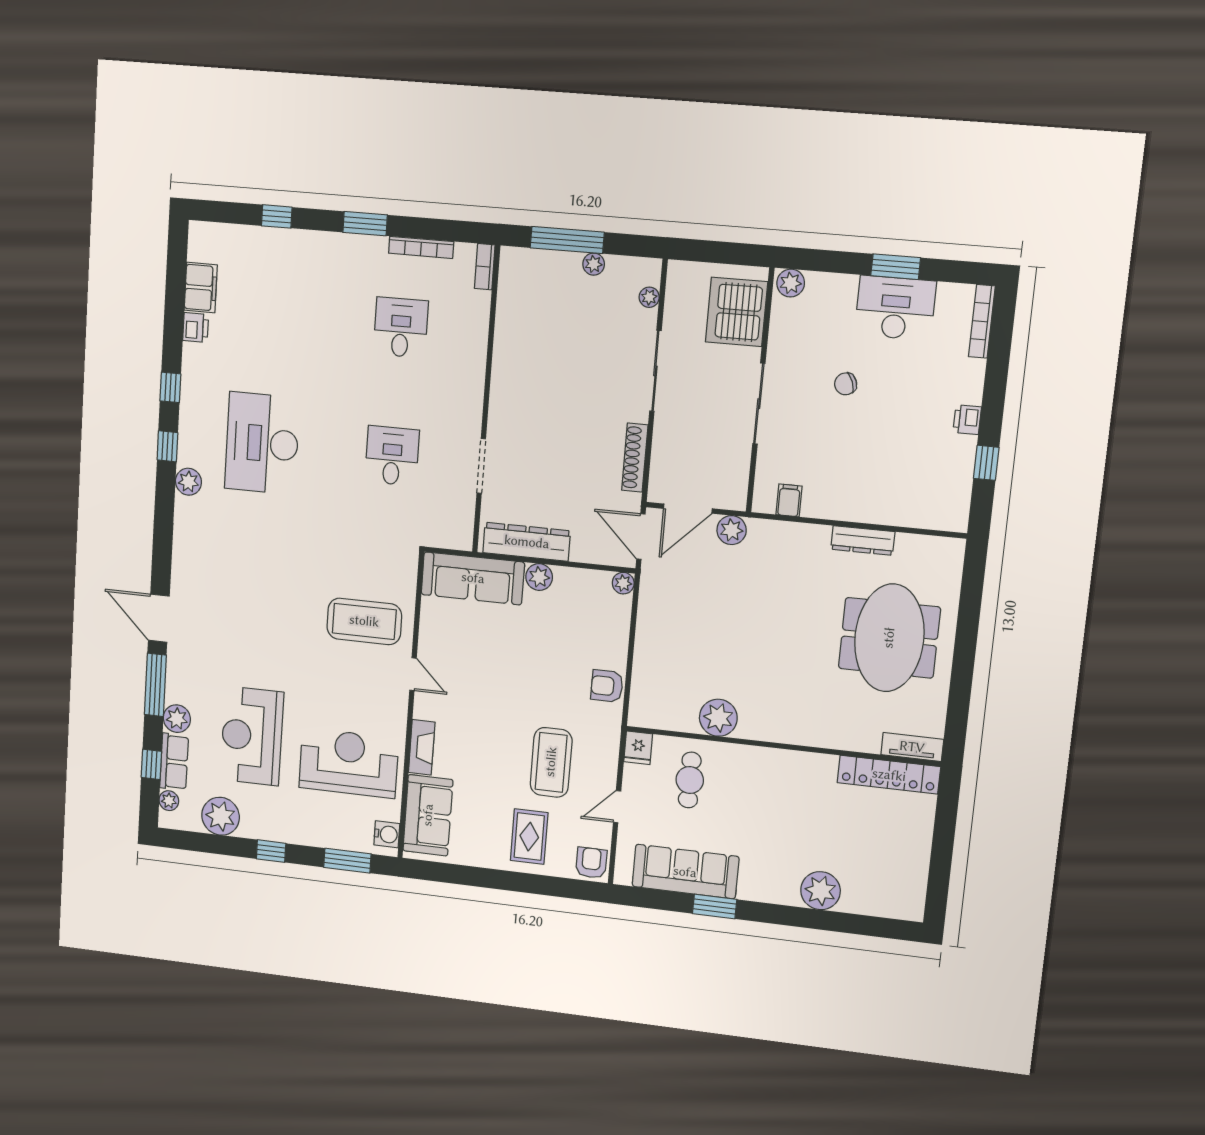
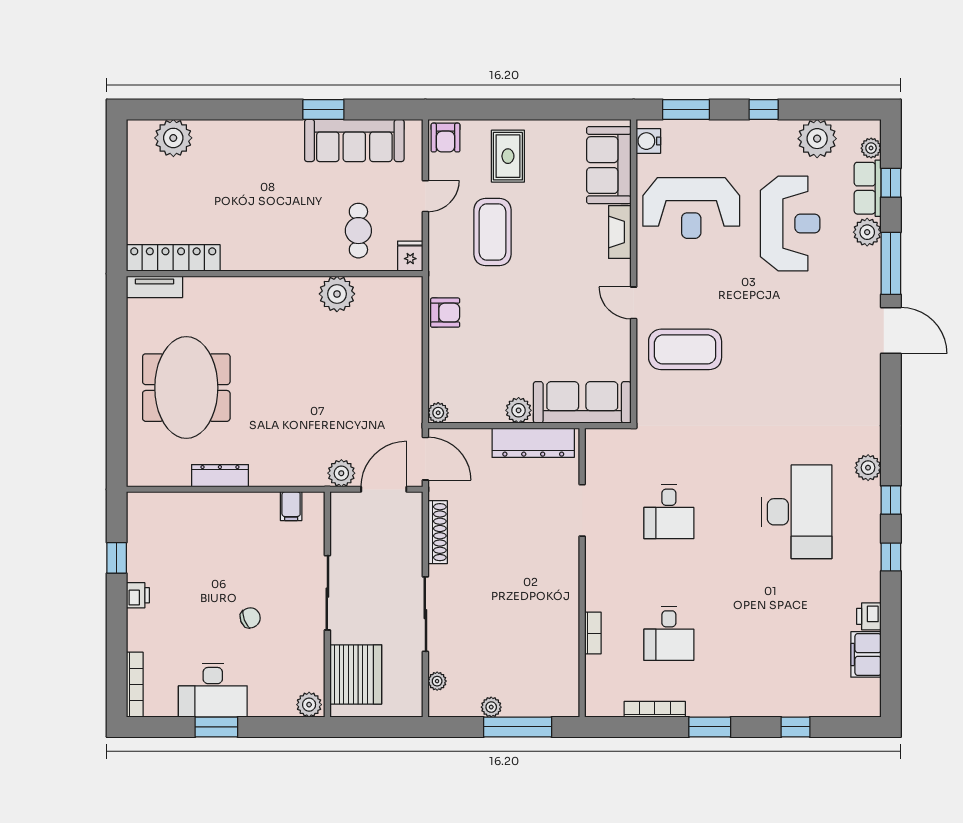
bookcase: (485, 267) -> (593, 633), moved
plant: (821, 891) -> (173, 138), moved

